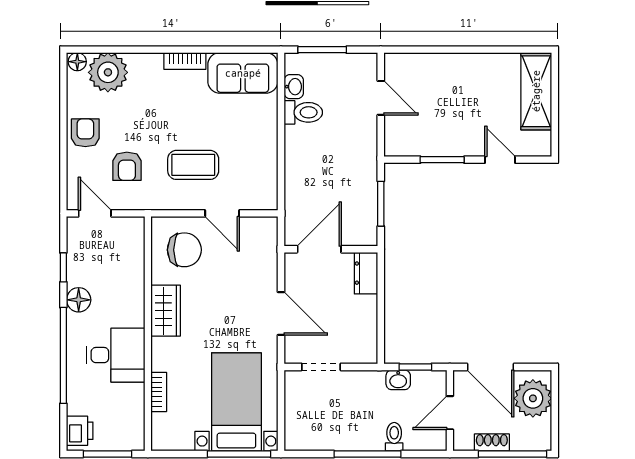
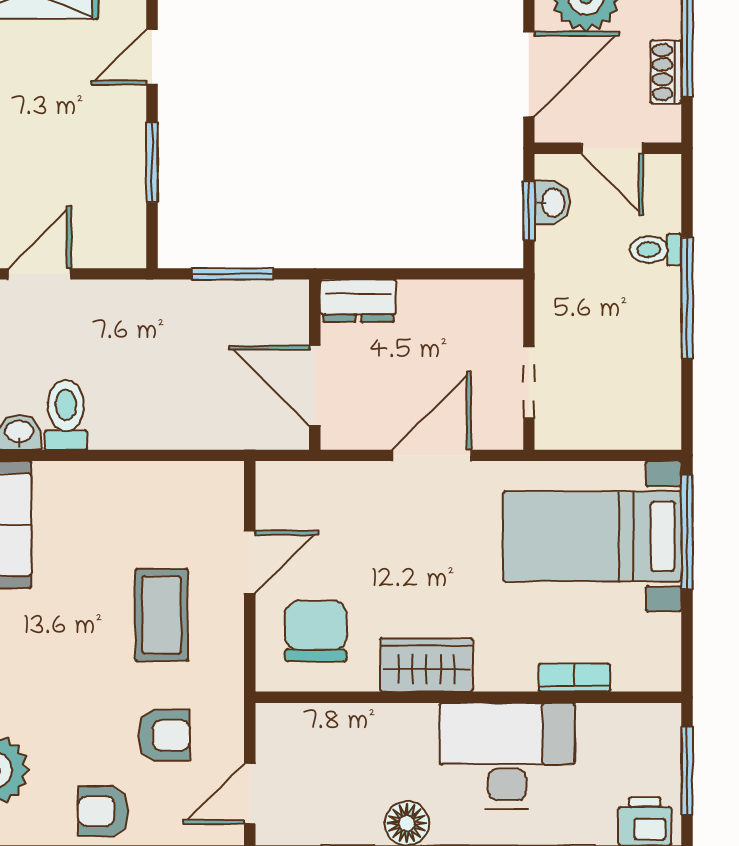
desk: (116, 355) -> (507, 756), width x1.37
washbasin: (398, 380) -> (552, 203), moved

